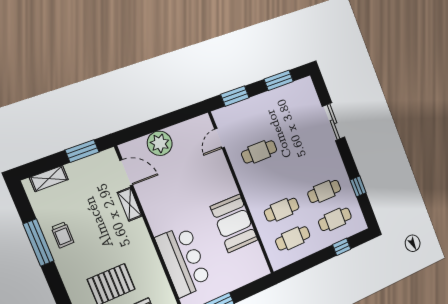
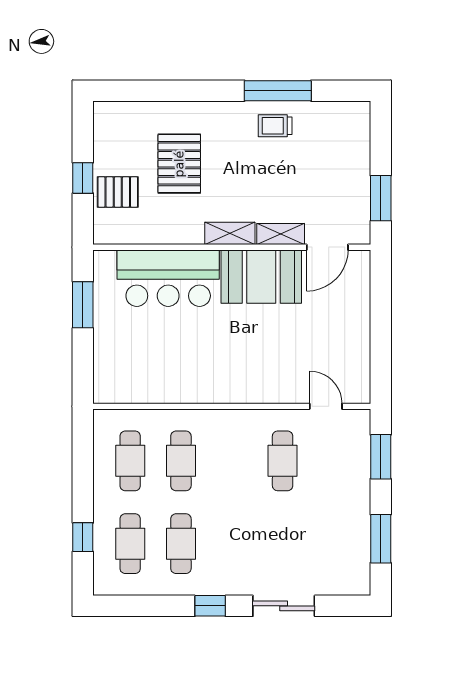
plant: (160, 143) -> (351, 313), removed
shelving: (49, 179) -> (230, 233), moved, turned 90
window: (358, 186) -> (210, 606), moved
booth: (234, 223) -> (261, 277), moved

